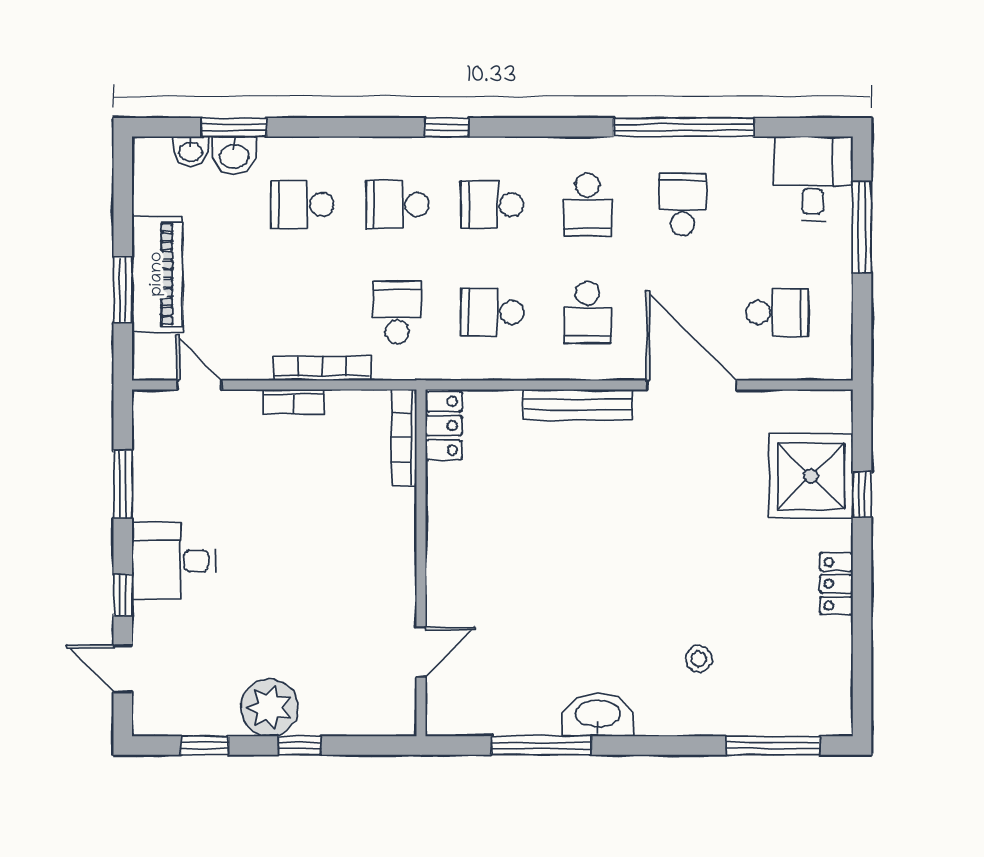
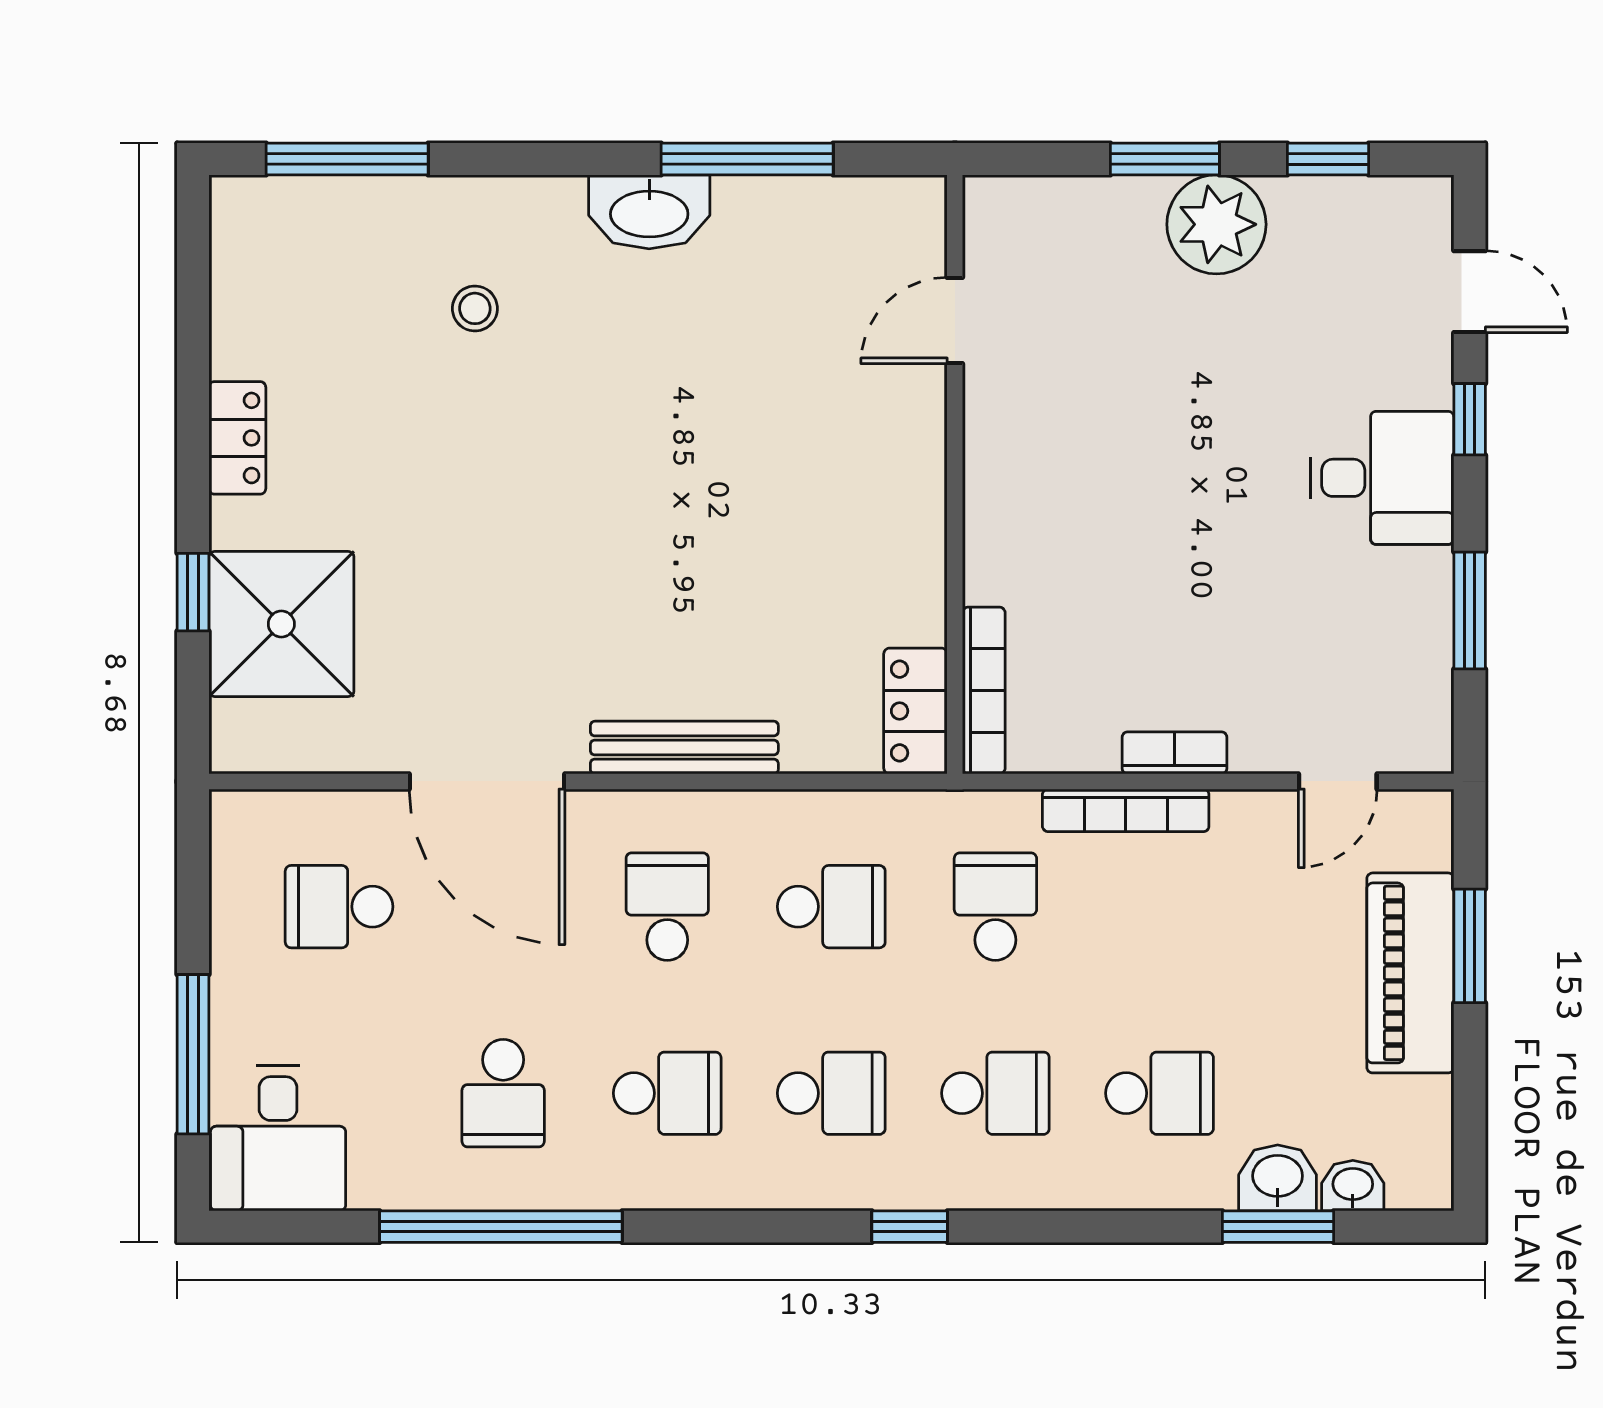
school desk: (587, 204) -> (667, 1093), turned 90
school desk: (397, 313) -> (995, 907), turned 180
door: (199, 385) -> (1338, 781), hinge flipped
window: (299, 745) -> (1165, 159), width x1.50

